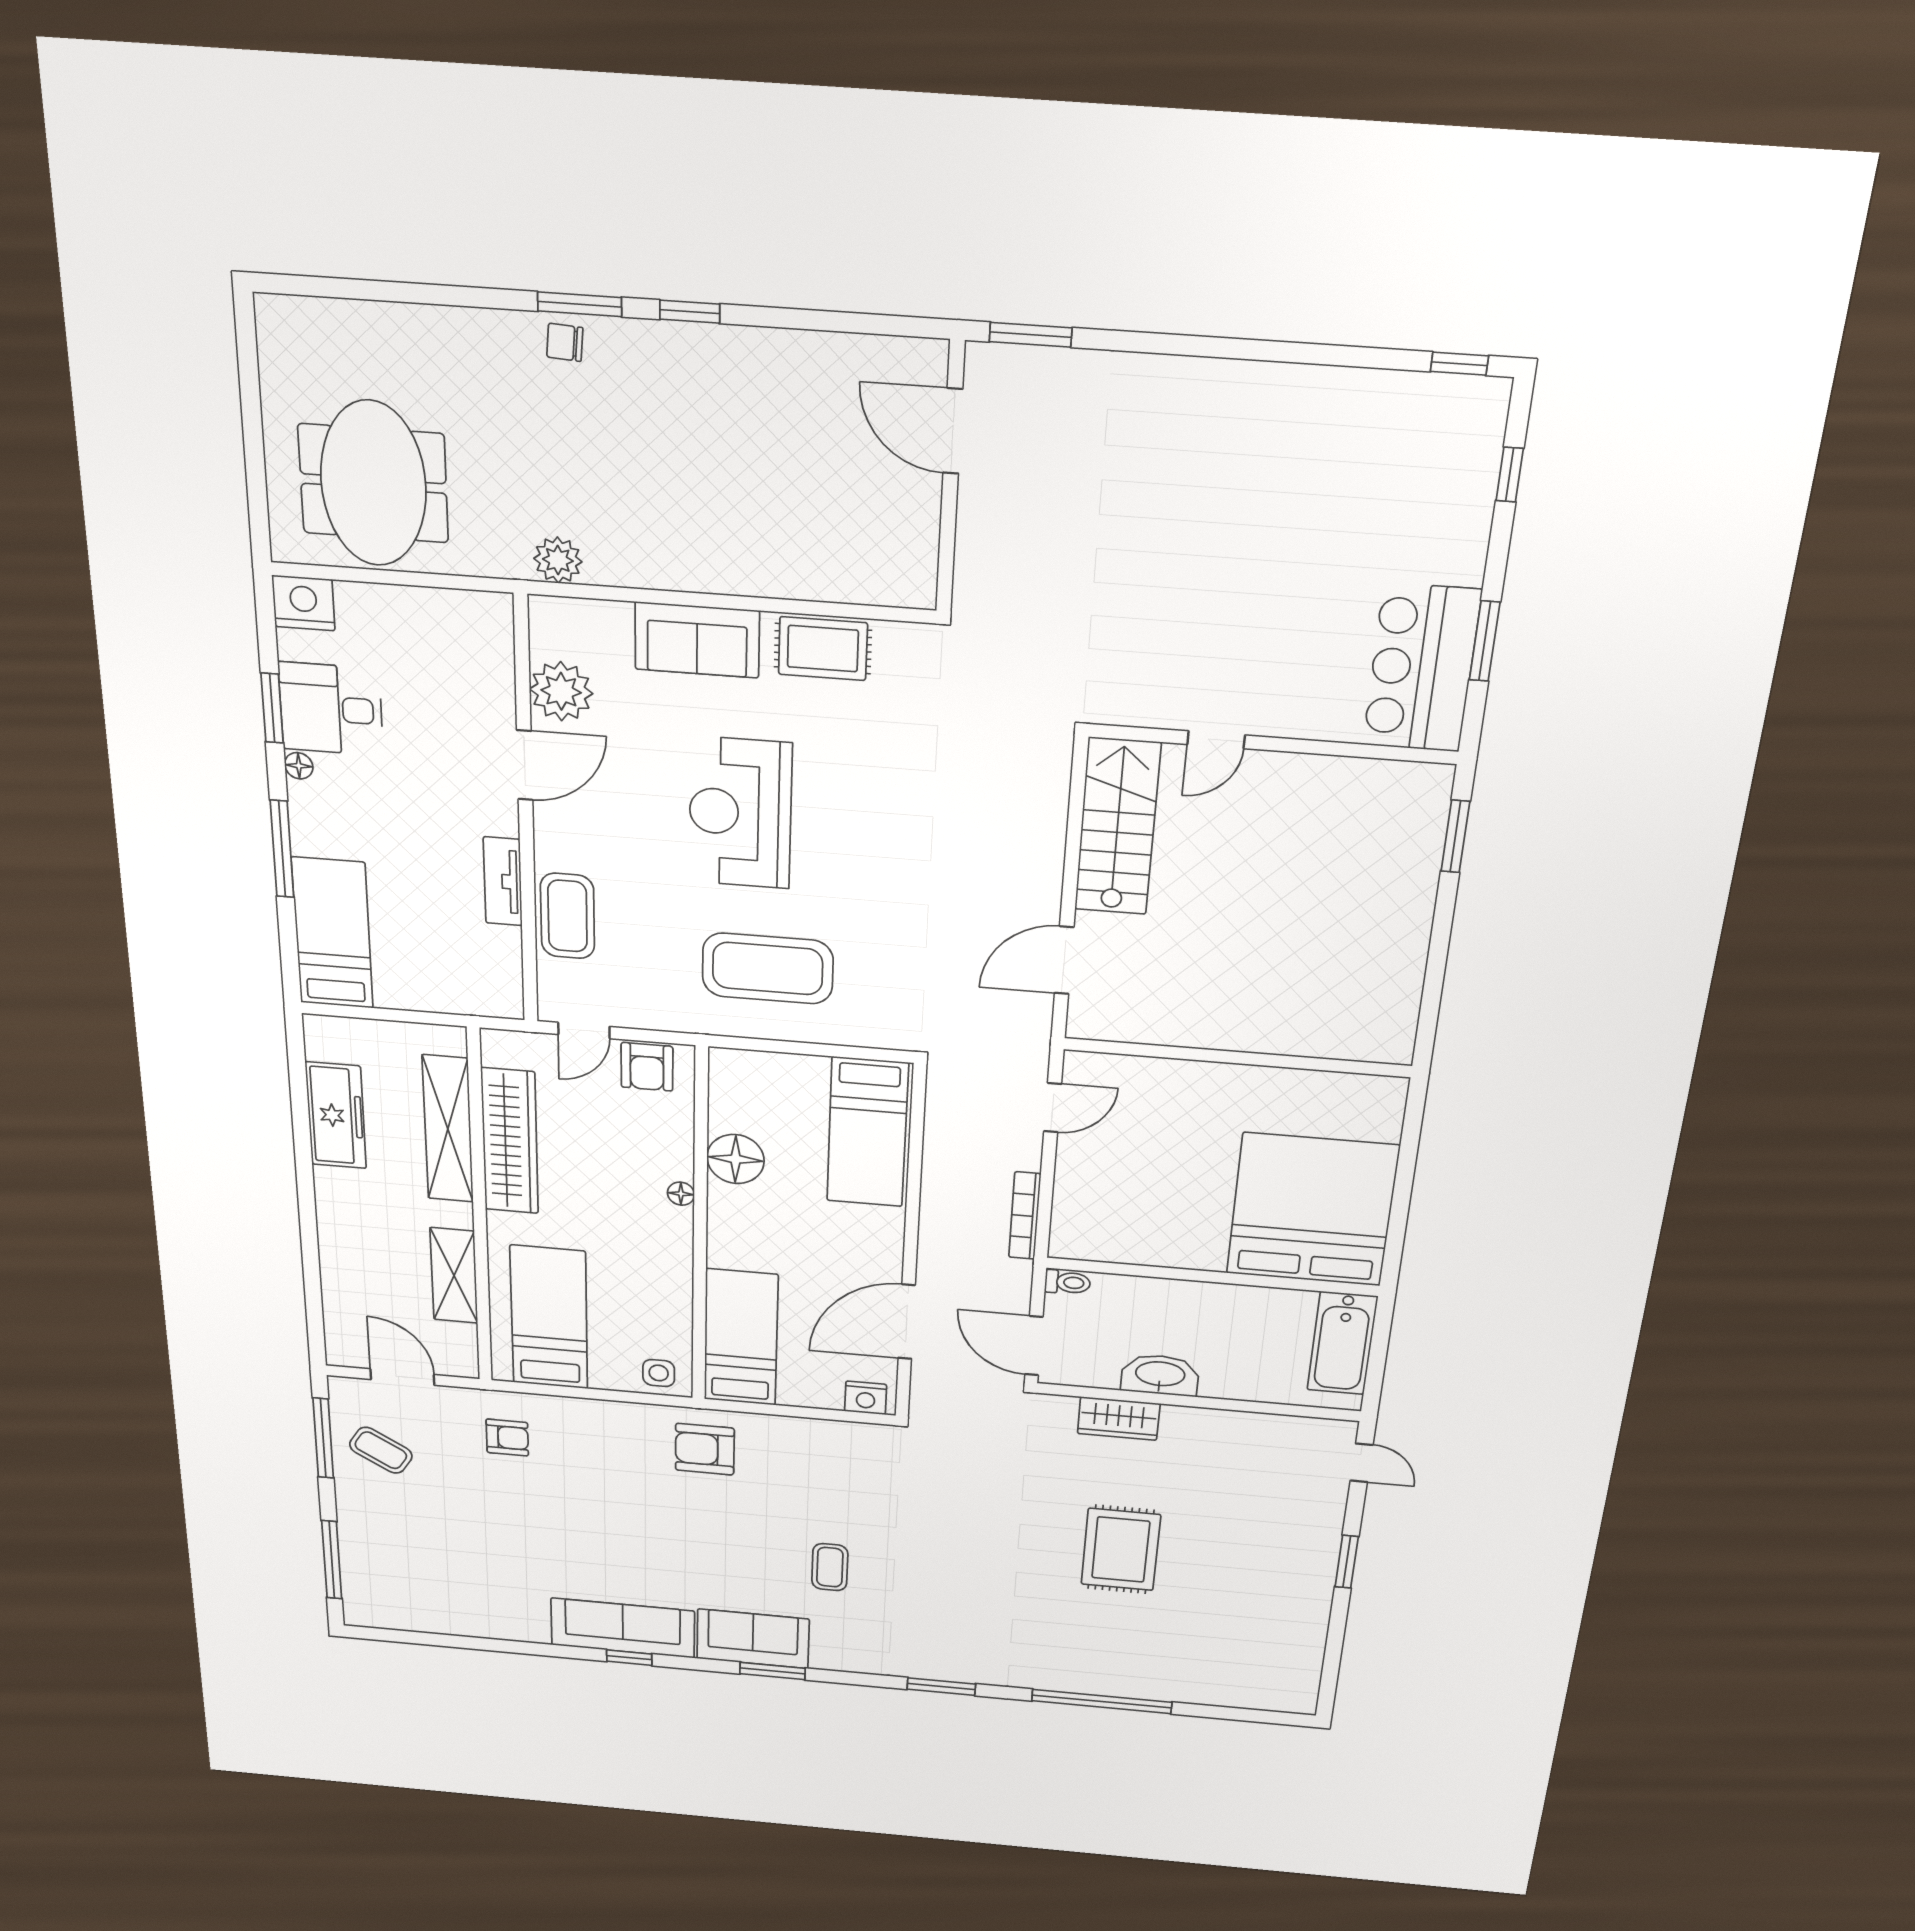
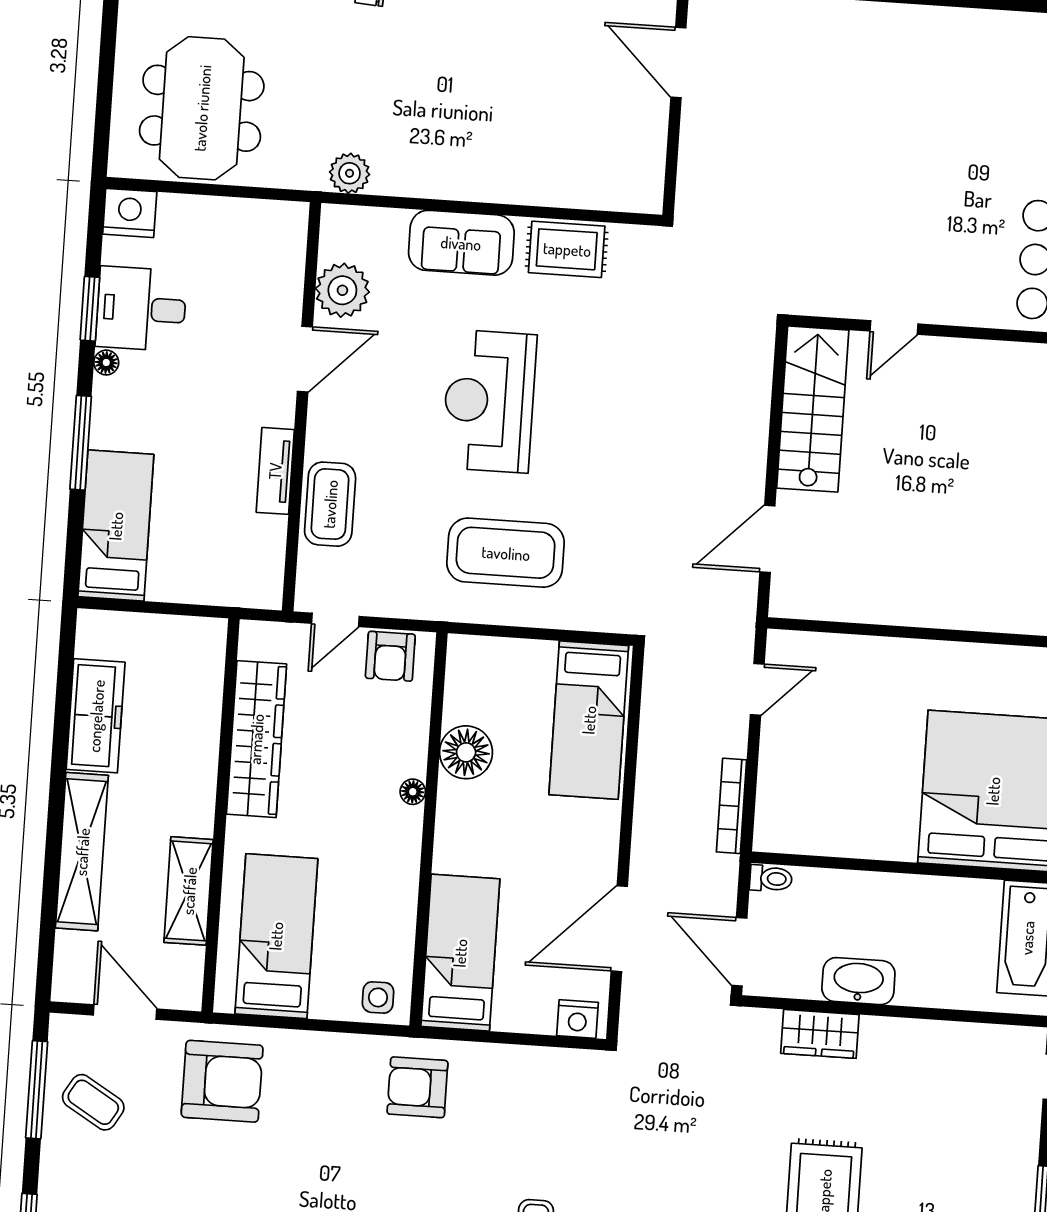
shelving: (448, 1129) -> (82, 852), moved
armchair: (507, 1438) -> (222, 1081), width x1.88, depth x1.88

